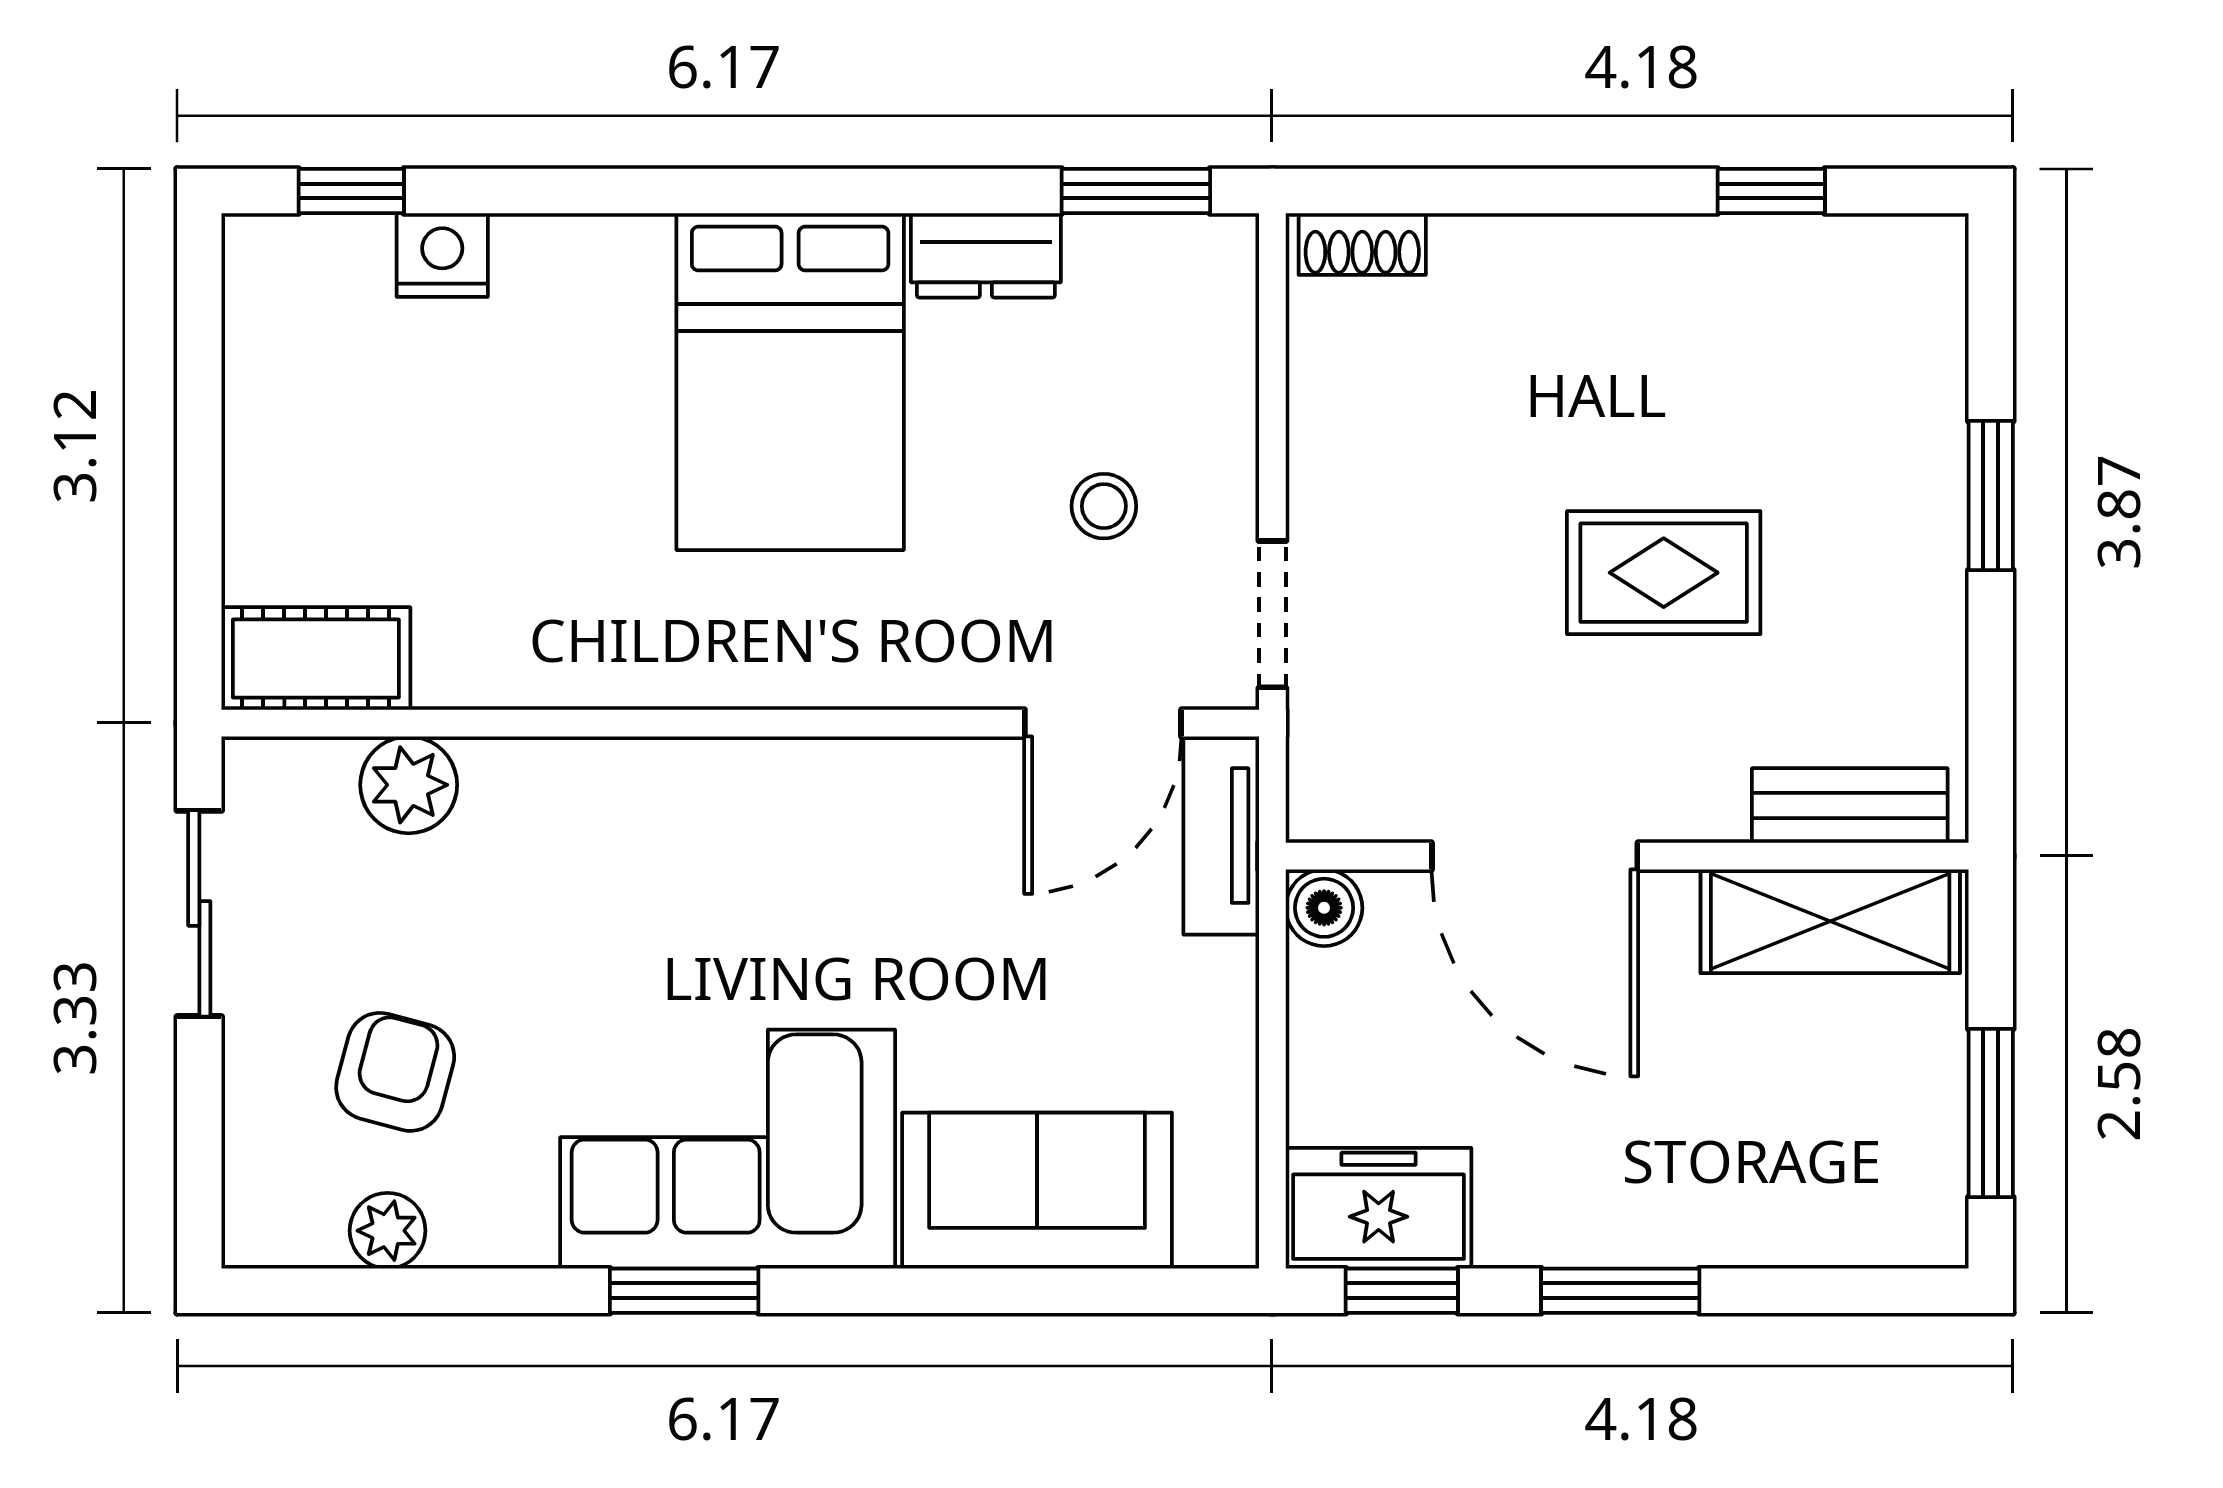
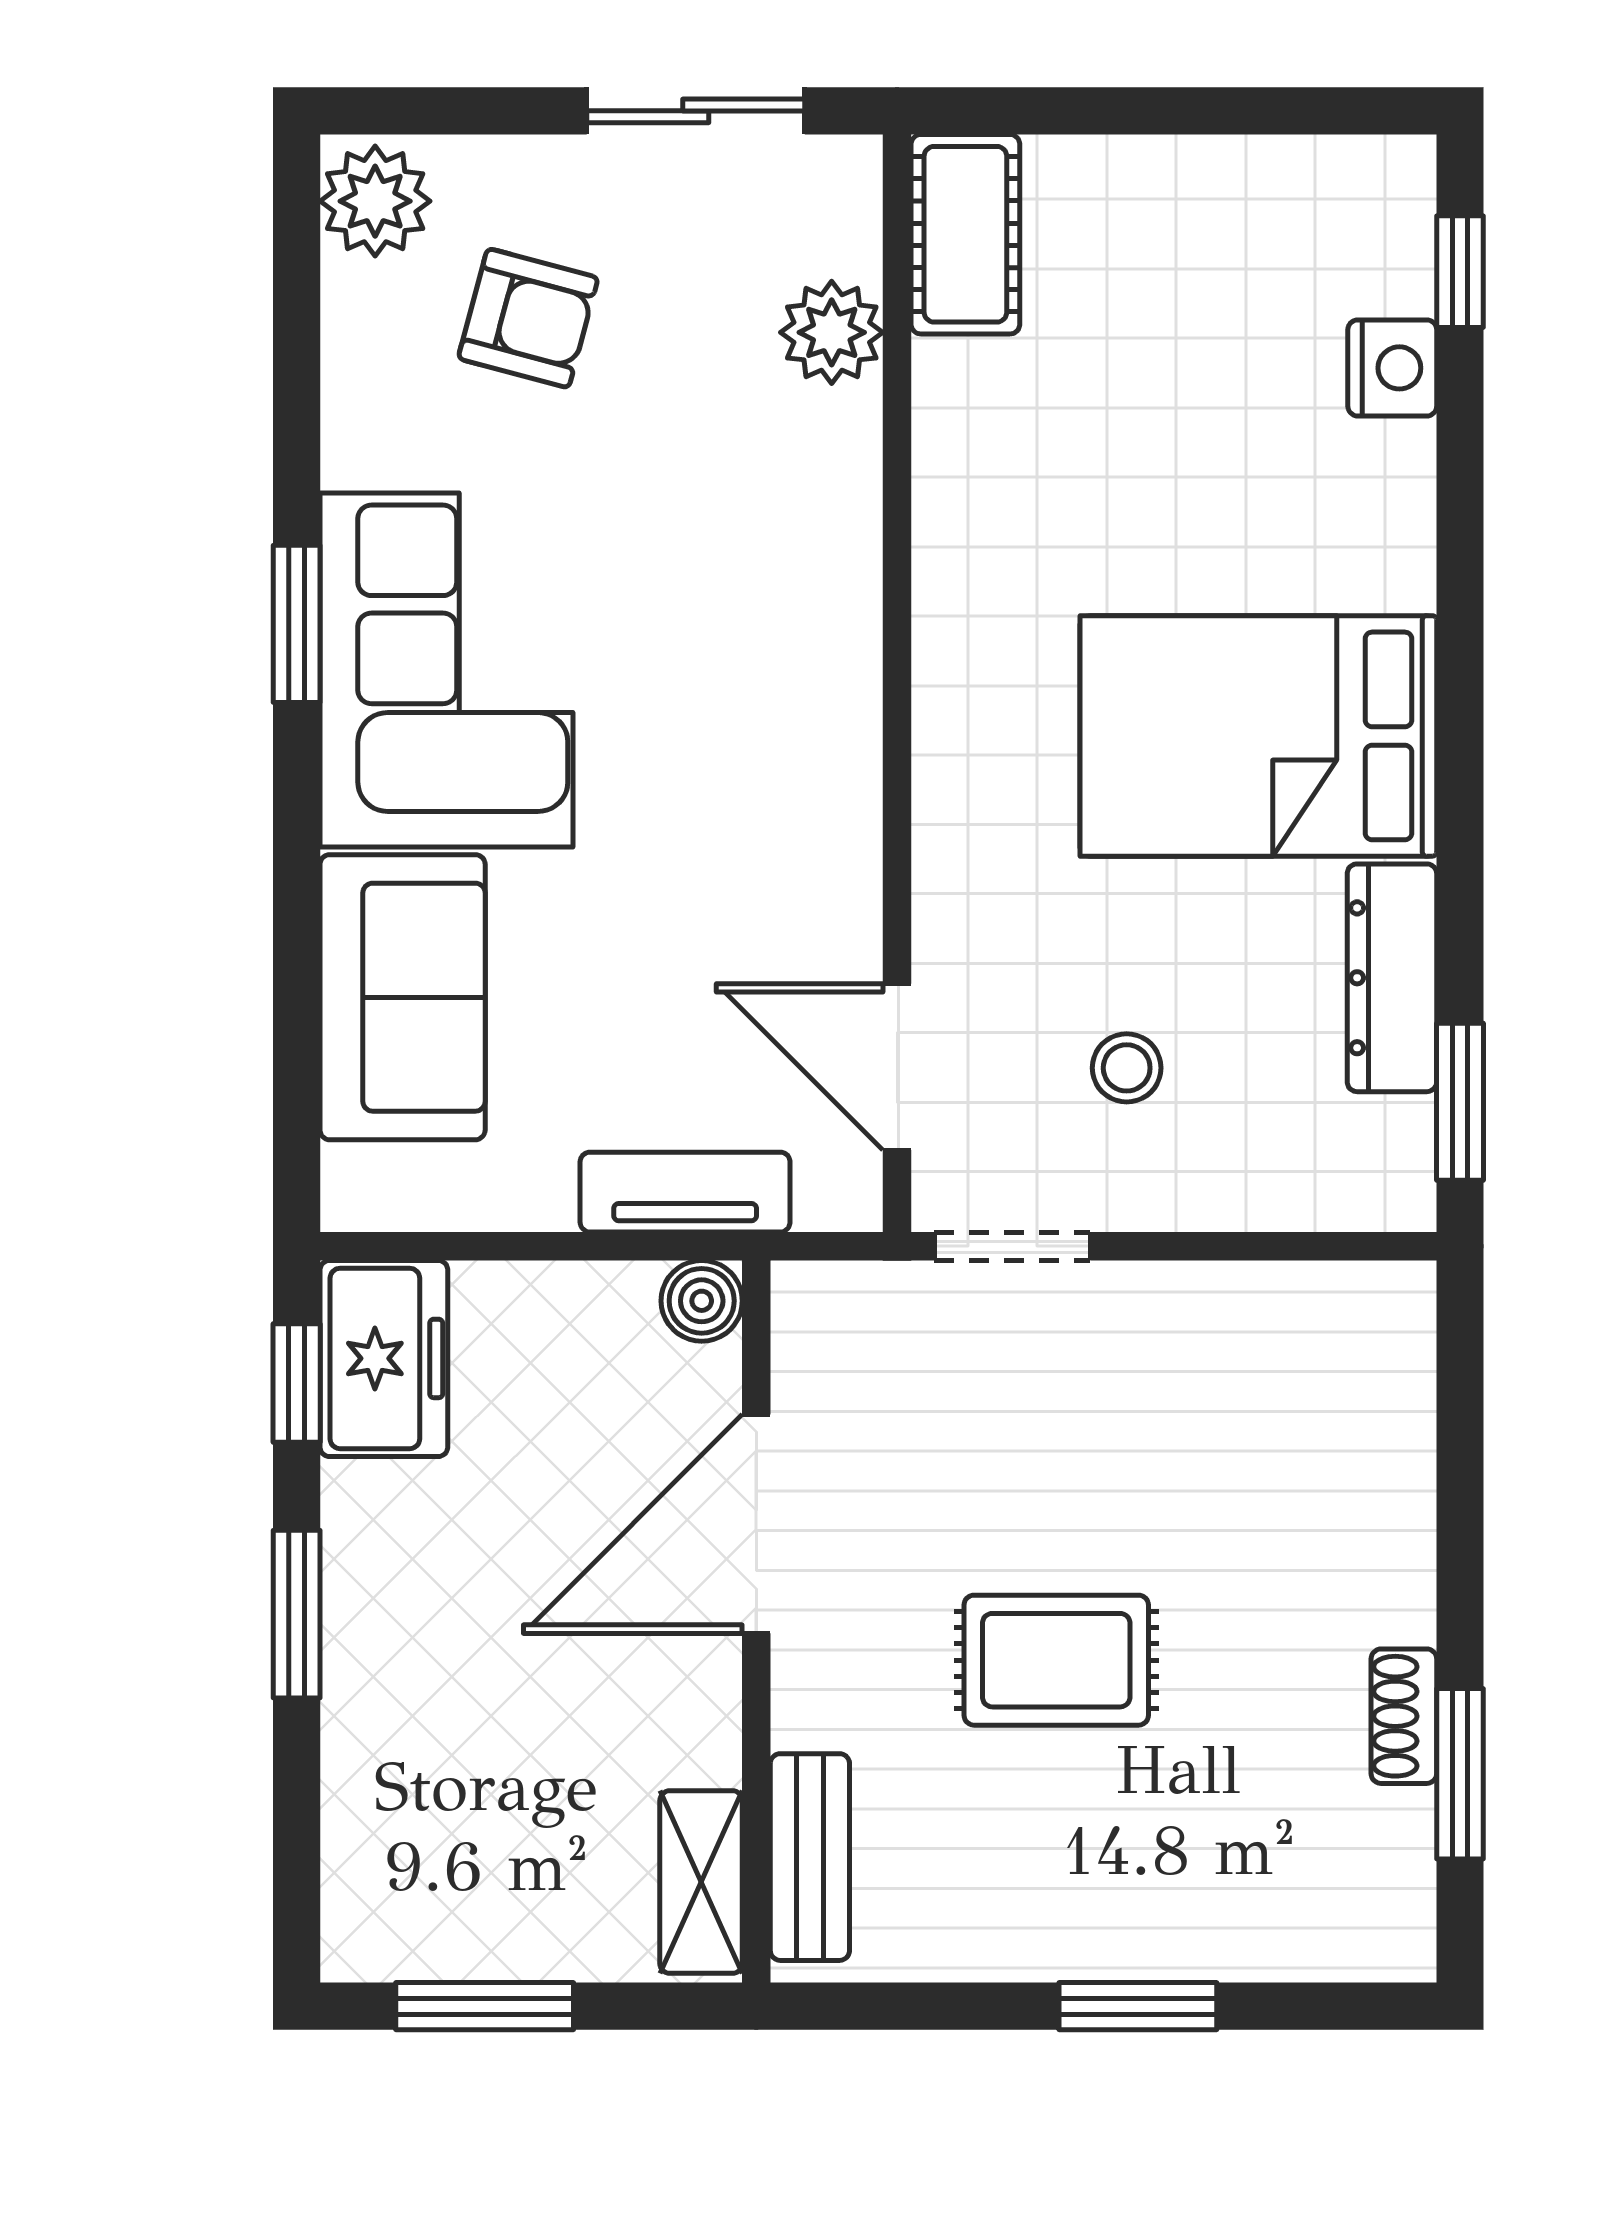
window: (1771, 191) -> (1460, 1774), width x1.50
shoe rack: (1362, 244) -> (1404, 1716), moved
dresser: (986, 255) -> (1392, 978), width x1.44
rug: (1664, 573) -> (1056, 1660), turned 90
tv unit: (1221, 836) -> (685, 1192), moved
shelving: (1830, 921) -> (701, 1882), width x0.67, depth x0.75
plant: (388, 1231) -> (375, 201), moved, width x1.38, depth x1.38

